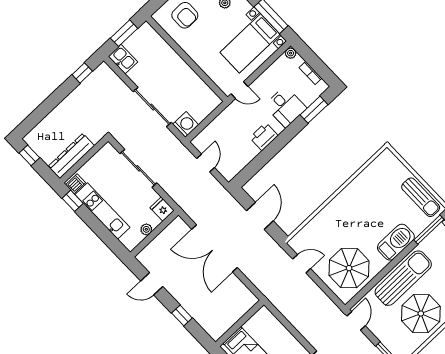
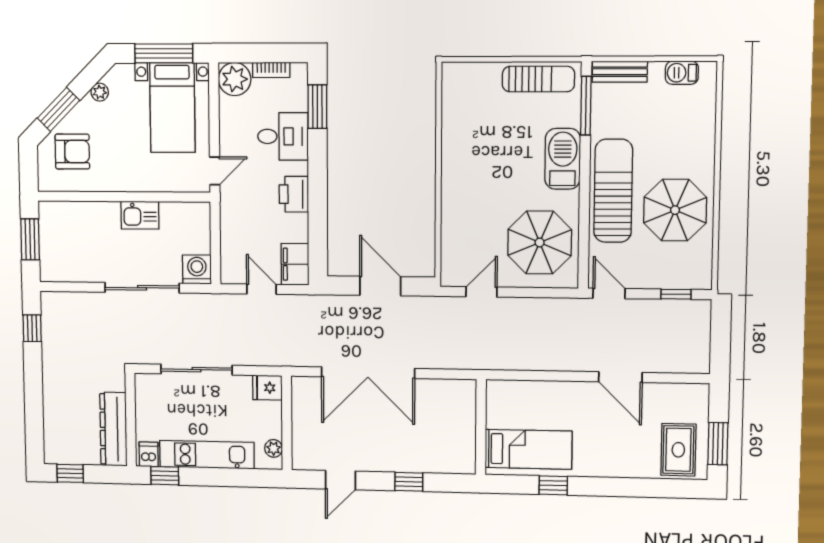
plant: (291, 53) -> (235, 79), width x1.88, depth x1.88
kitchen sink: (123, 59) -> (140, 215), moved, turned 180
filing cabinet: (232, 167) -> (295, 264), added
plant: (146, 229) -> (274, 448), moved

